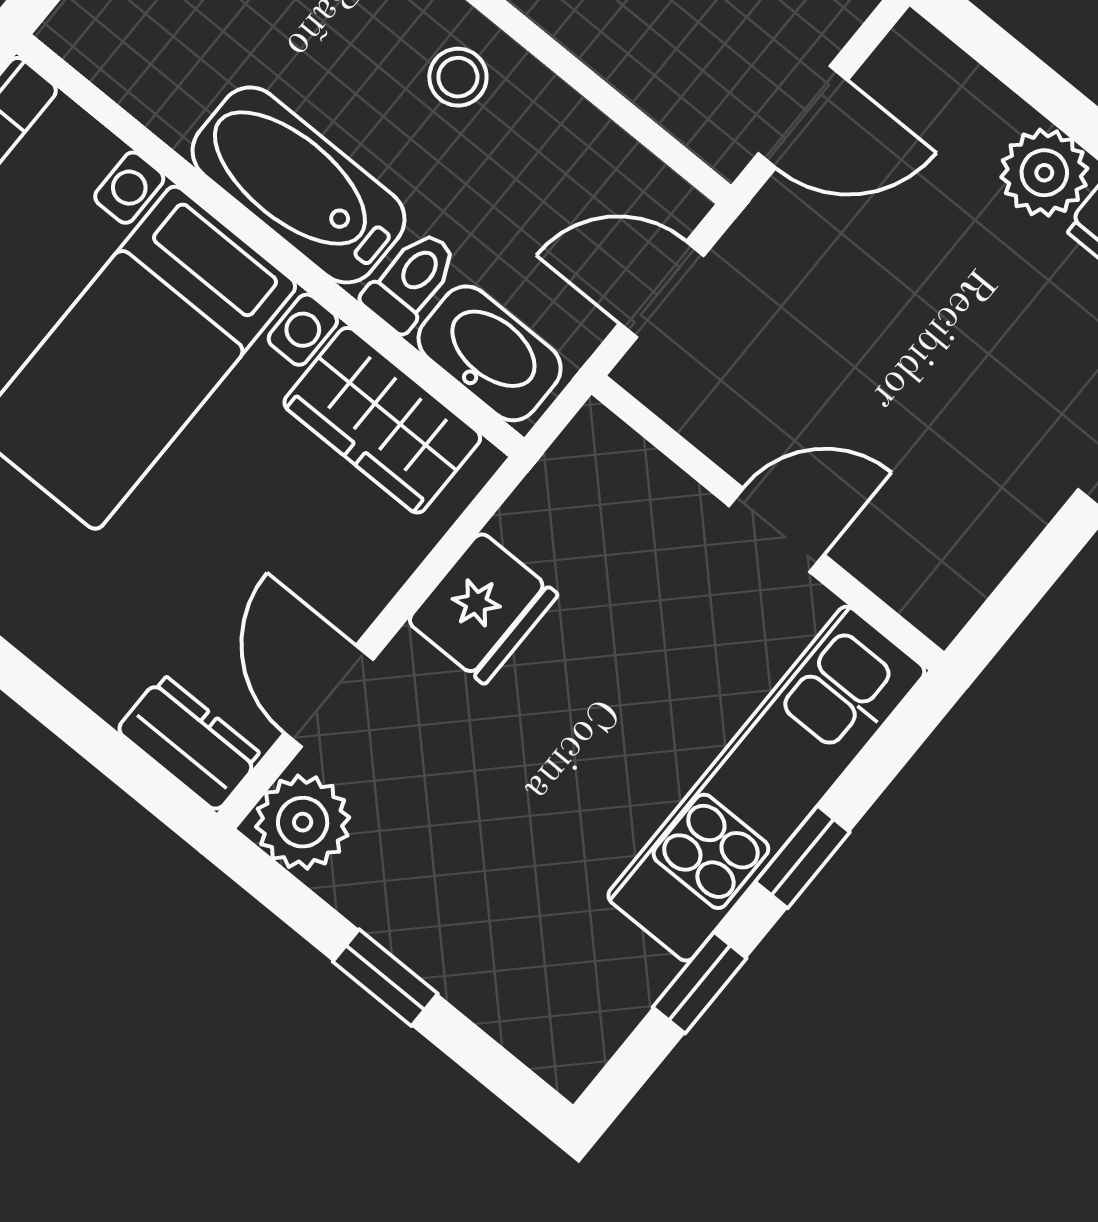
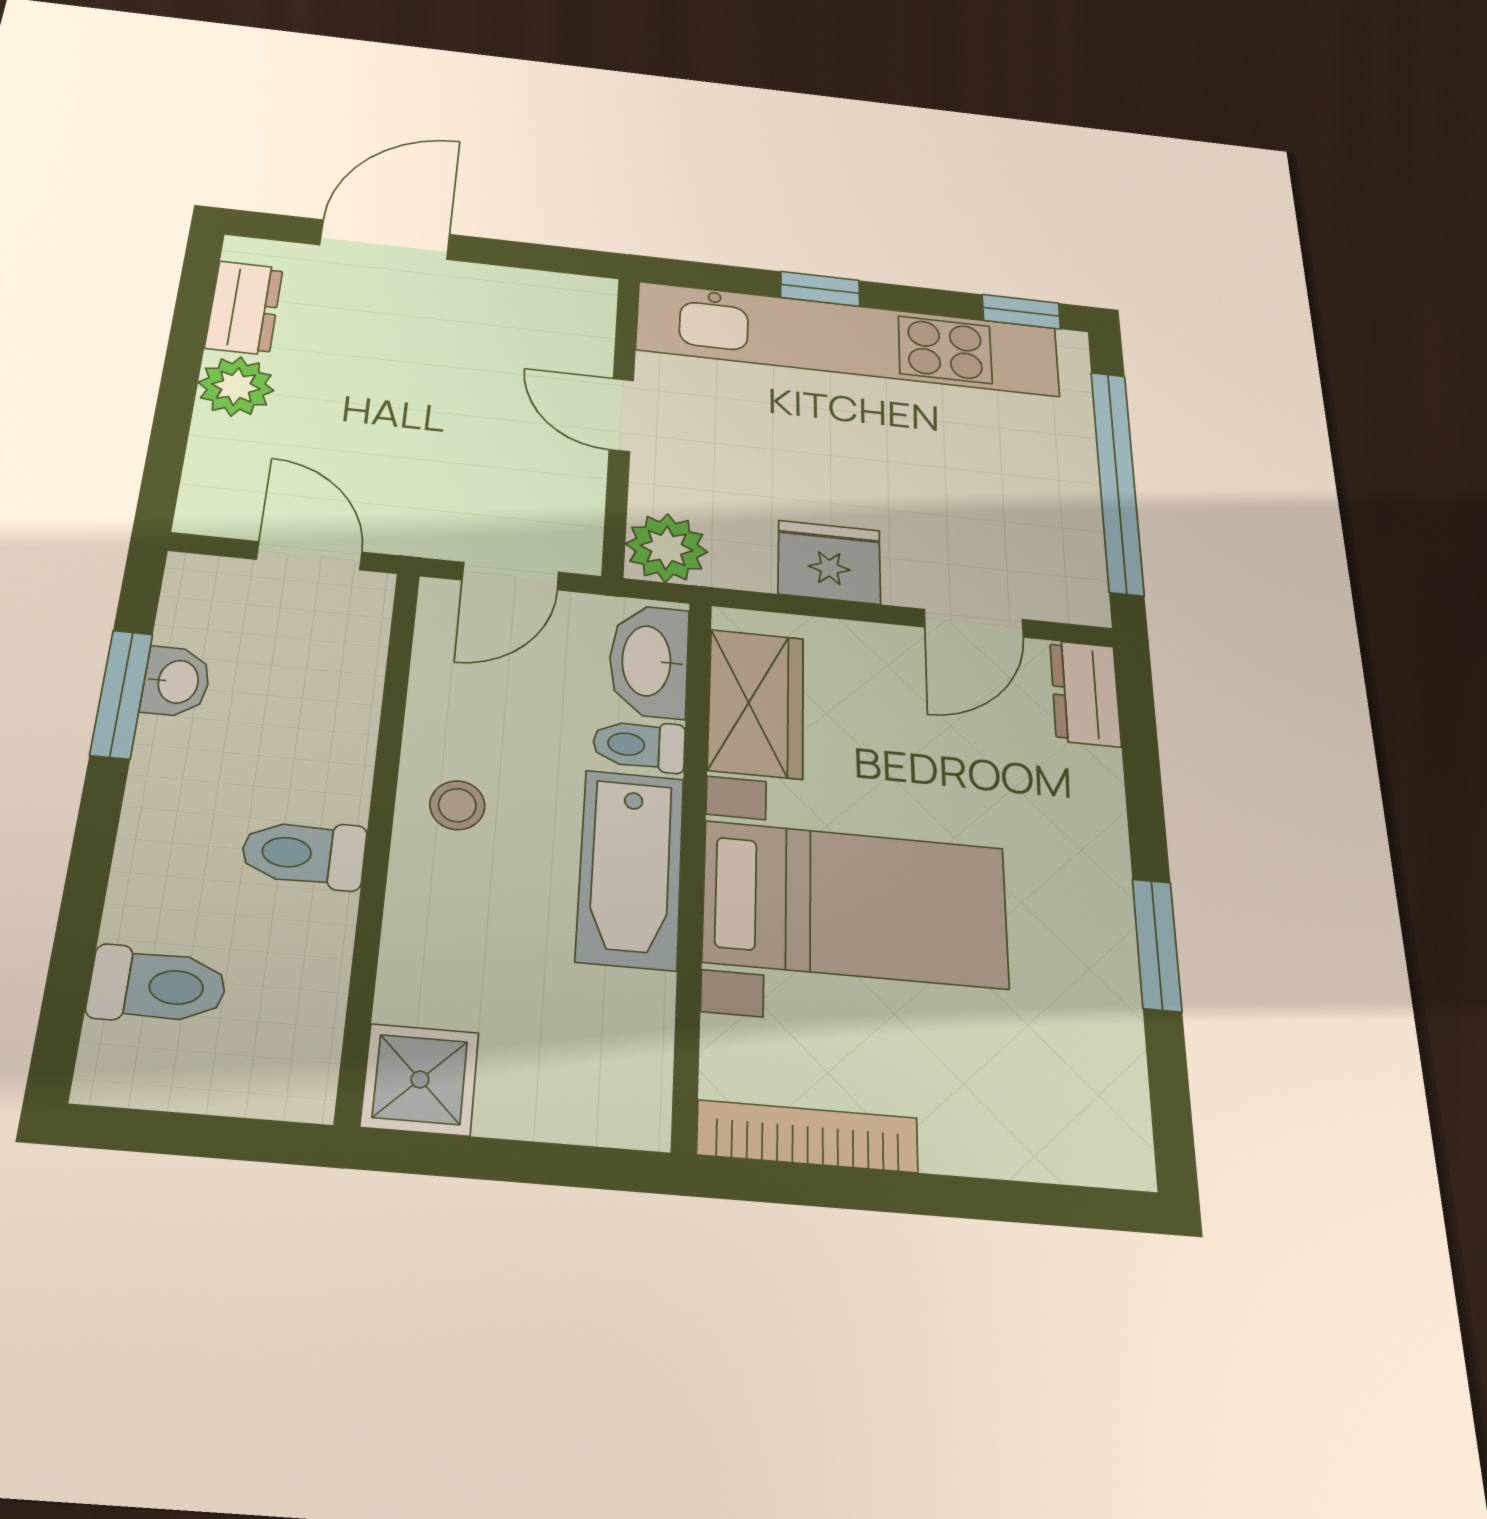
door: (662, 289) -> (511, 576), hinge flipped
kitchen unit: (766, 784) -> (849, 339), width x1.36
plant: (303, 822) -> (667, 548), moved
window: (385, 978) -> (1117, 481), width x3.17
window: (700, 983) -> (1021, 312), moved

